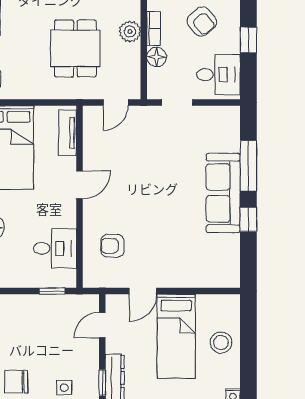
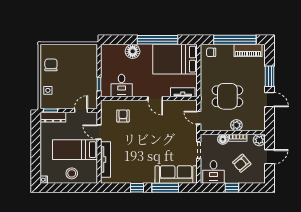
sofa: (223, 193) -> (176, 175), moved
tv unit: (195, 279) -> (105, 159), added
door: (102, 325) -> (81, 111), hinge flipped

